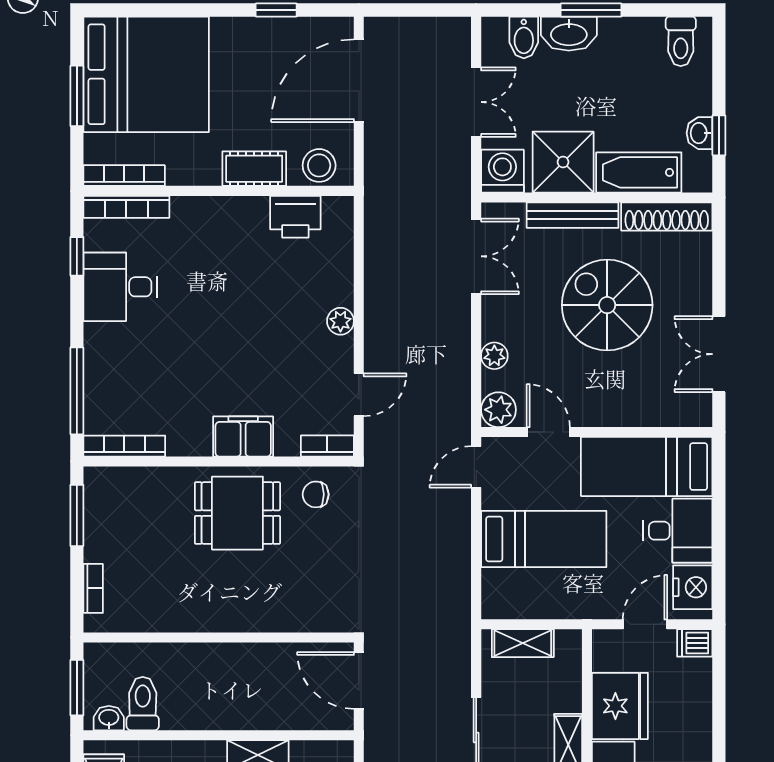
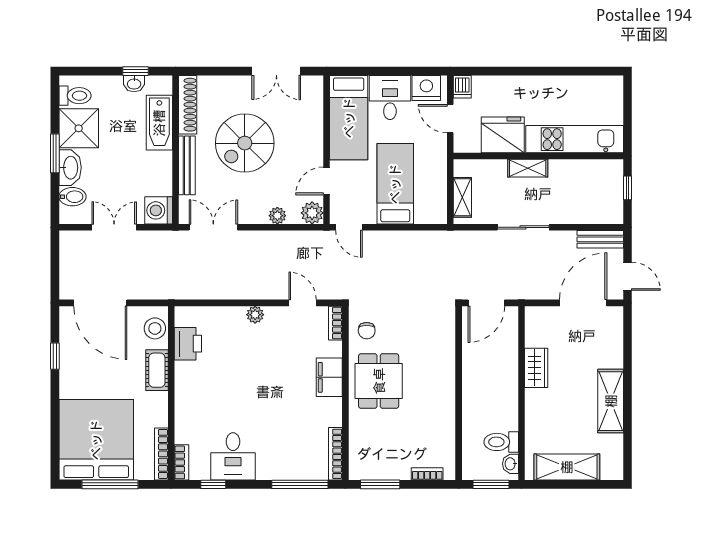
window: (77, 96) -> (110, 484), width x1.44
shower: (563, 162) -> (79, 128), moved
bookcase: (126, 207) -> (181, 462), width x0.64

